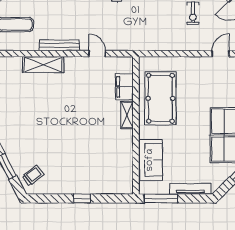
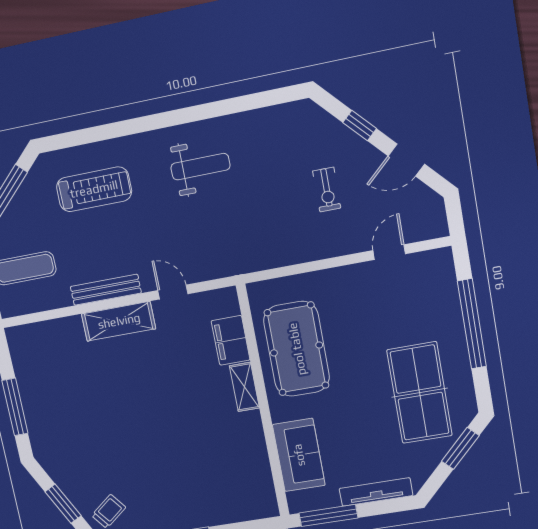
shelving: (43, 65) -> (119, 321), moved

